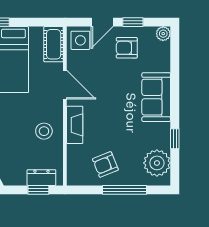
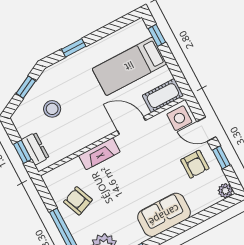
armchair: (127, 48) -> (195, 164), turned 180
door: (65, 85) -> (131, 125), swing flipped
stool: (44, 131) -> (52, 109), moved

